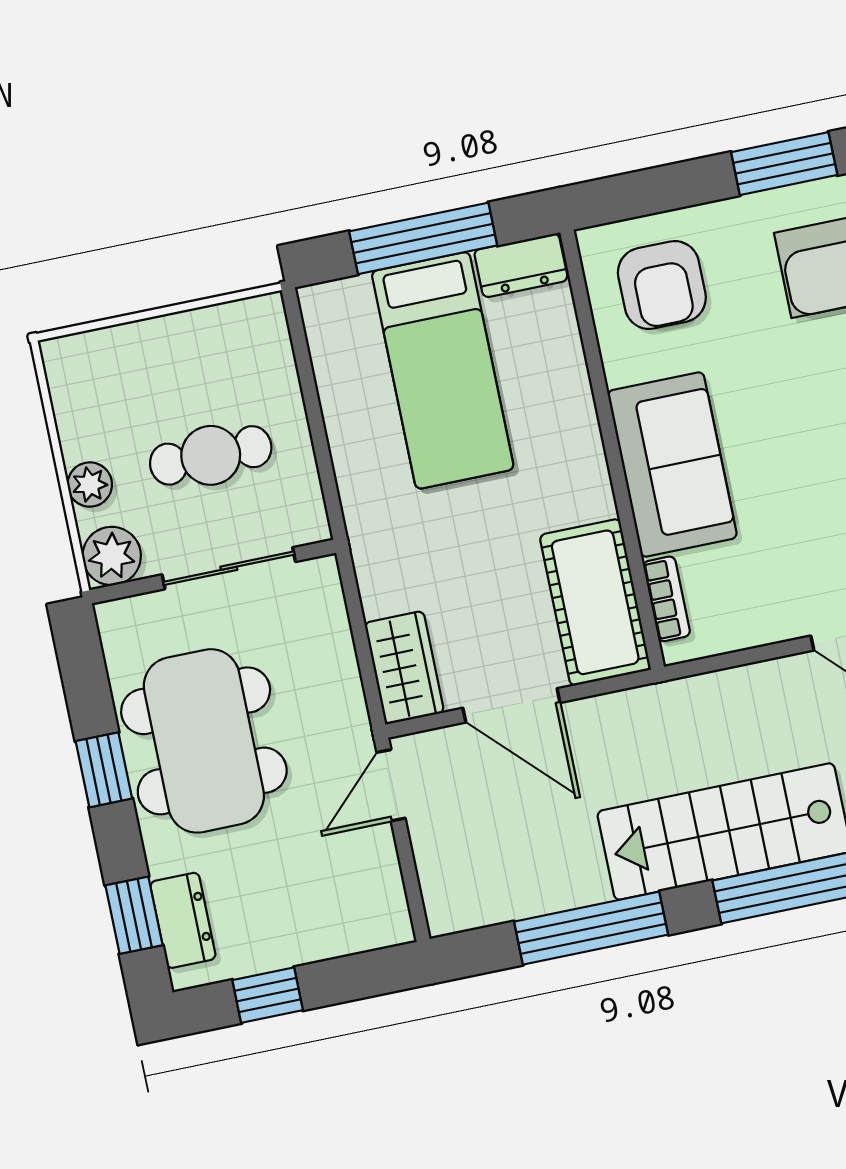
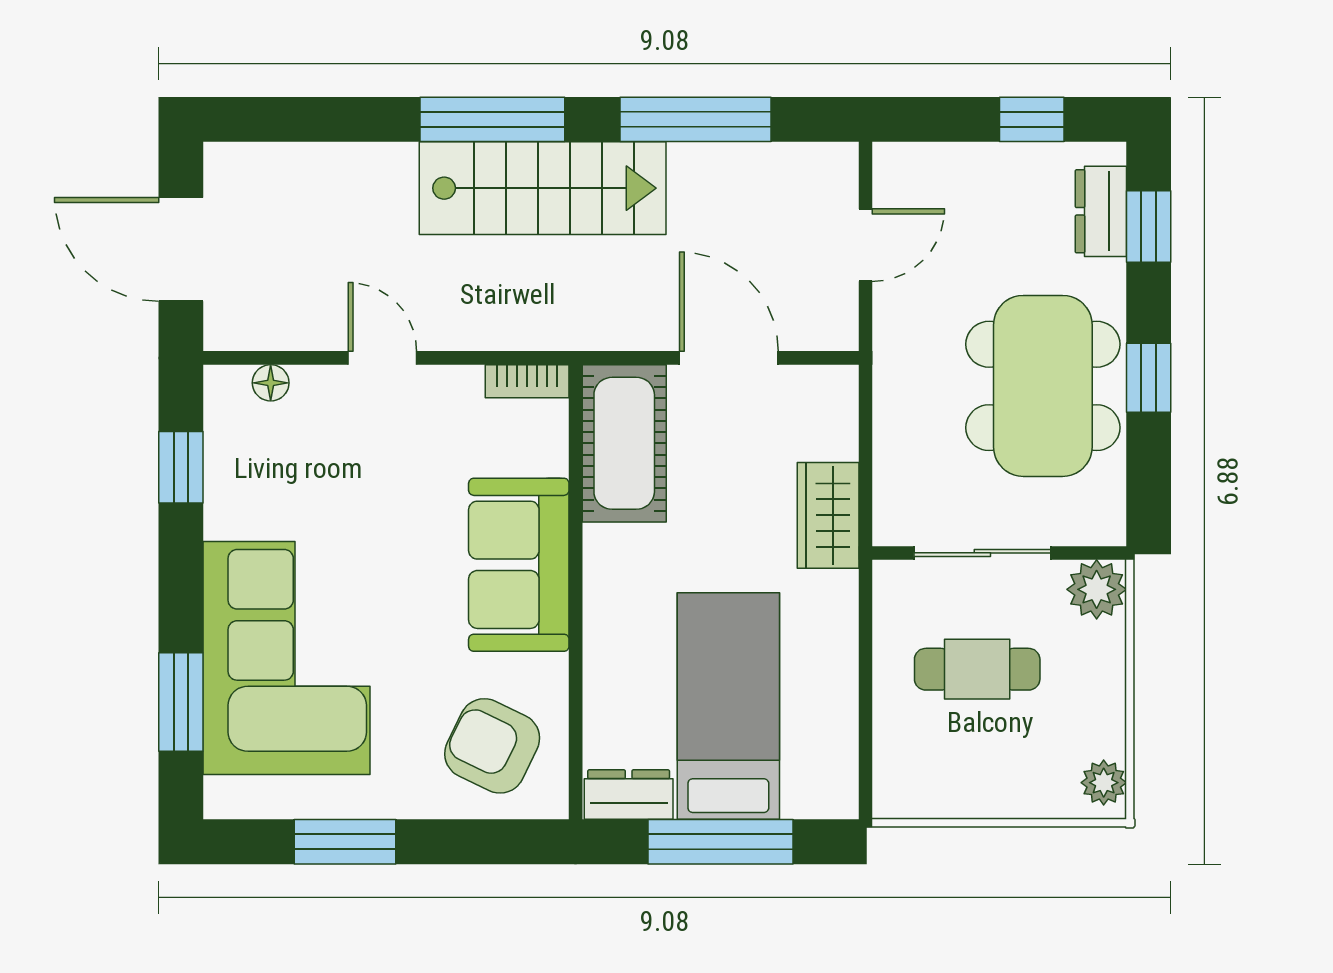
armchair: (662, 285) -> (492, 746), turned -64
plant: (90, 485) -> (1104, 783), moved
bookcase: (667, 599) -> (527, 381), moved, turned -90
wardrobe: (404, 668) -> (828, 515), moved
door: (391, 785) -> (865, 245), moved

